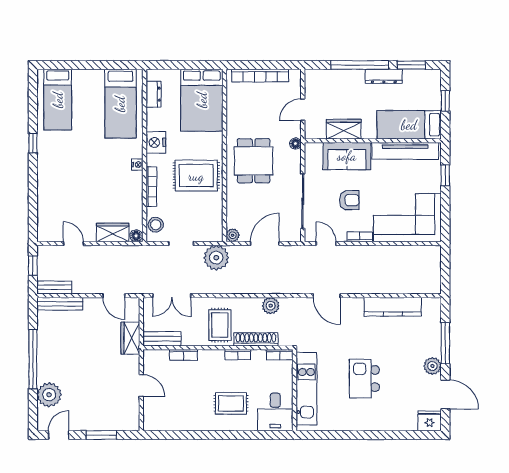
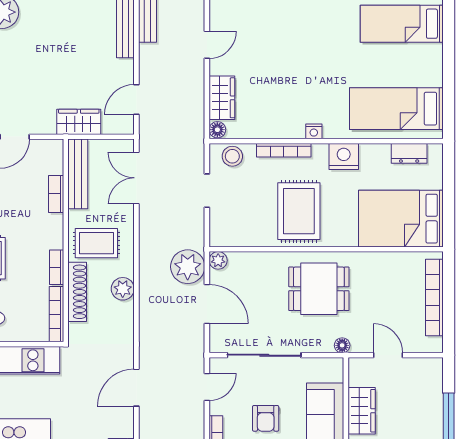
plant: (216, 258) -> (188, 267), moved
plant: (271, 306) -> (123, 289), moved
bench: (162, 339) -> (78, 174), width x1.36
bookcase: (280, 355) -> (56, 314), width x1.56

